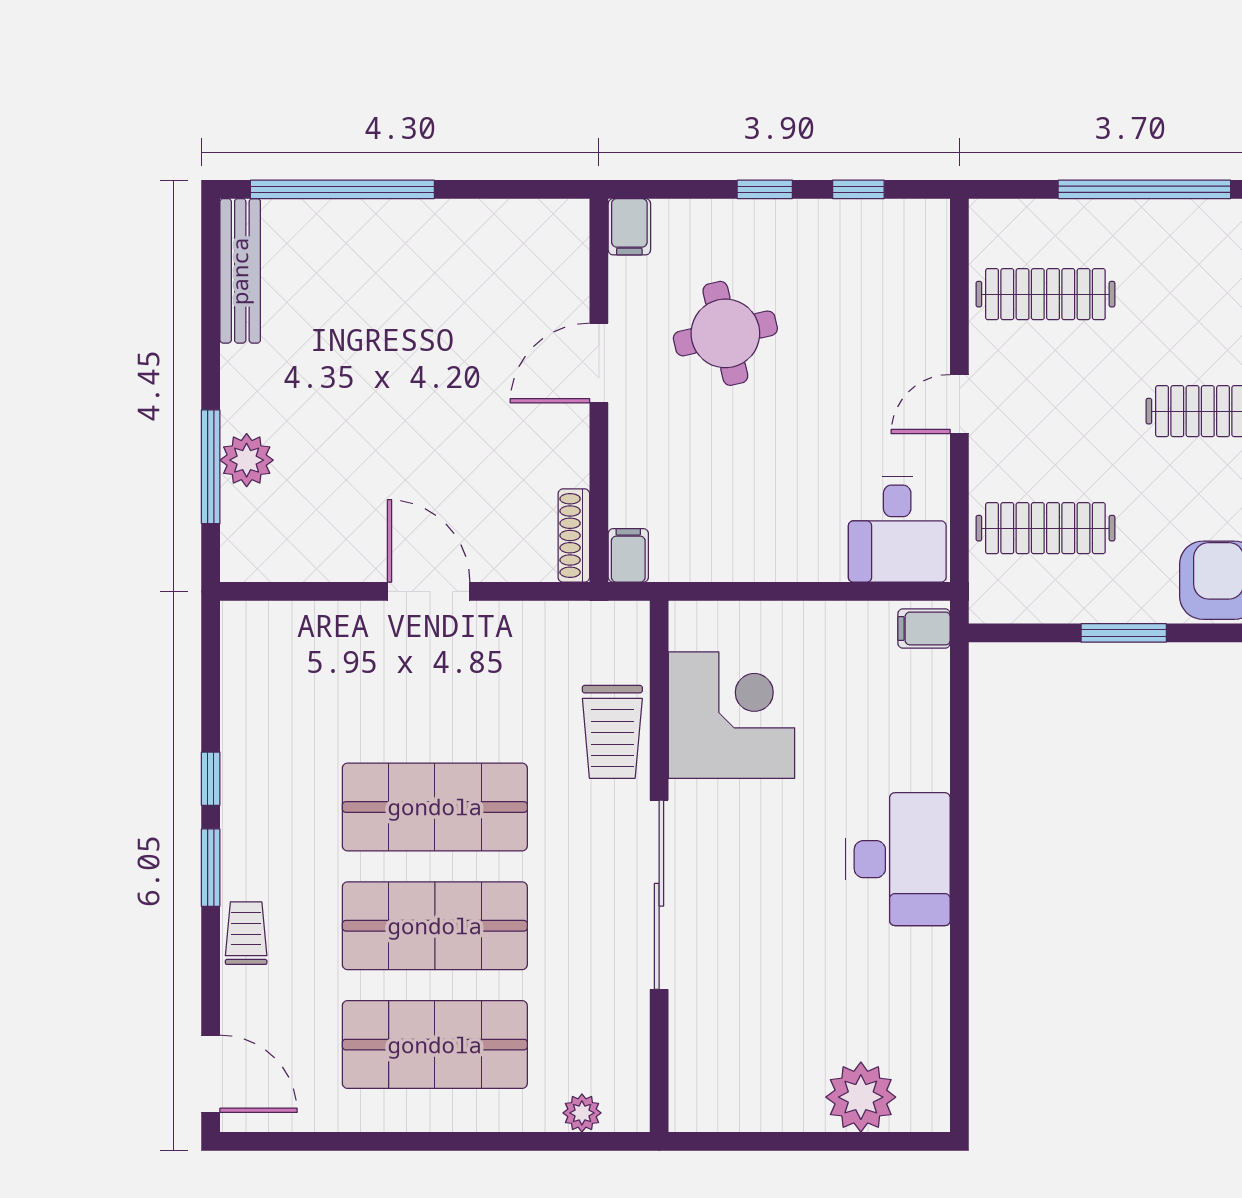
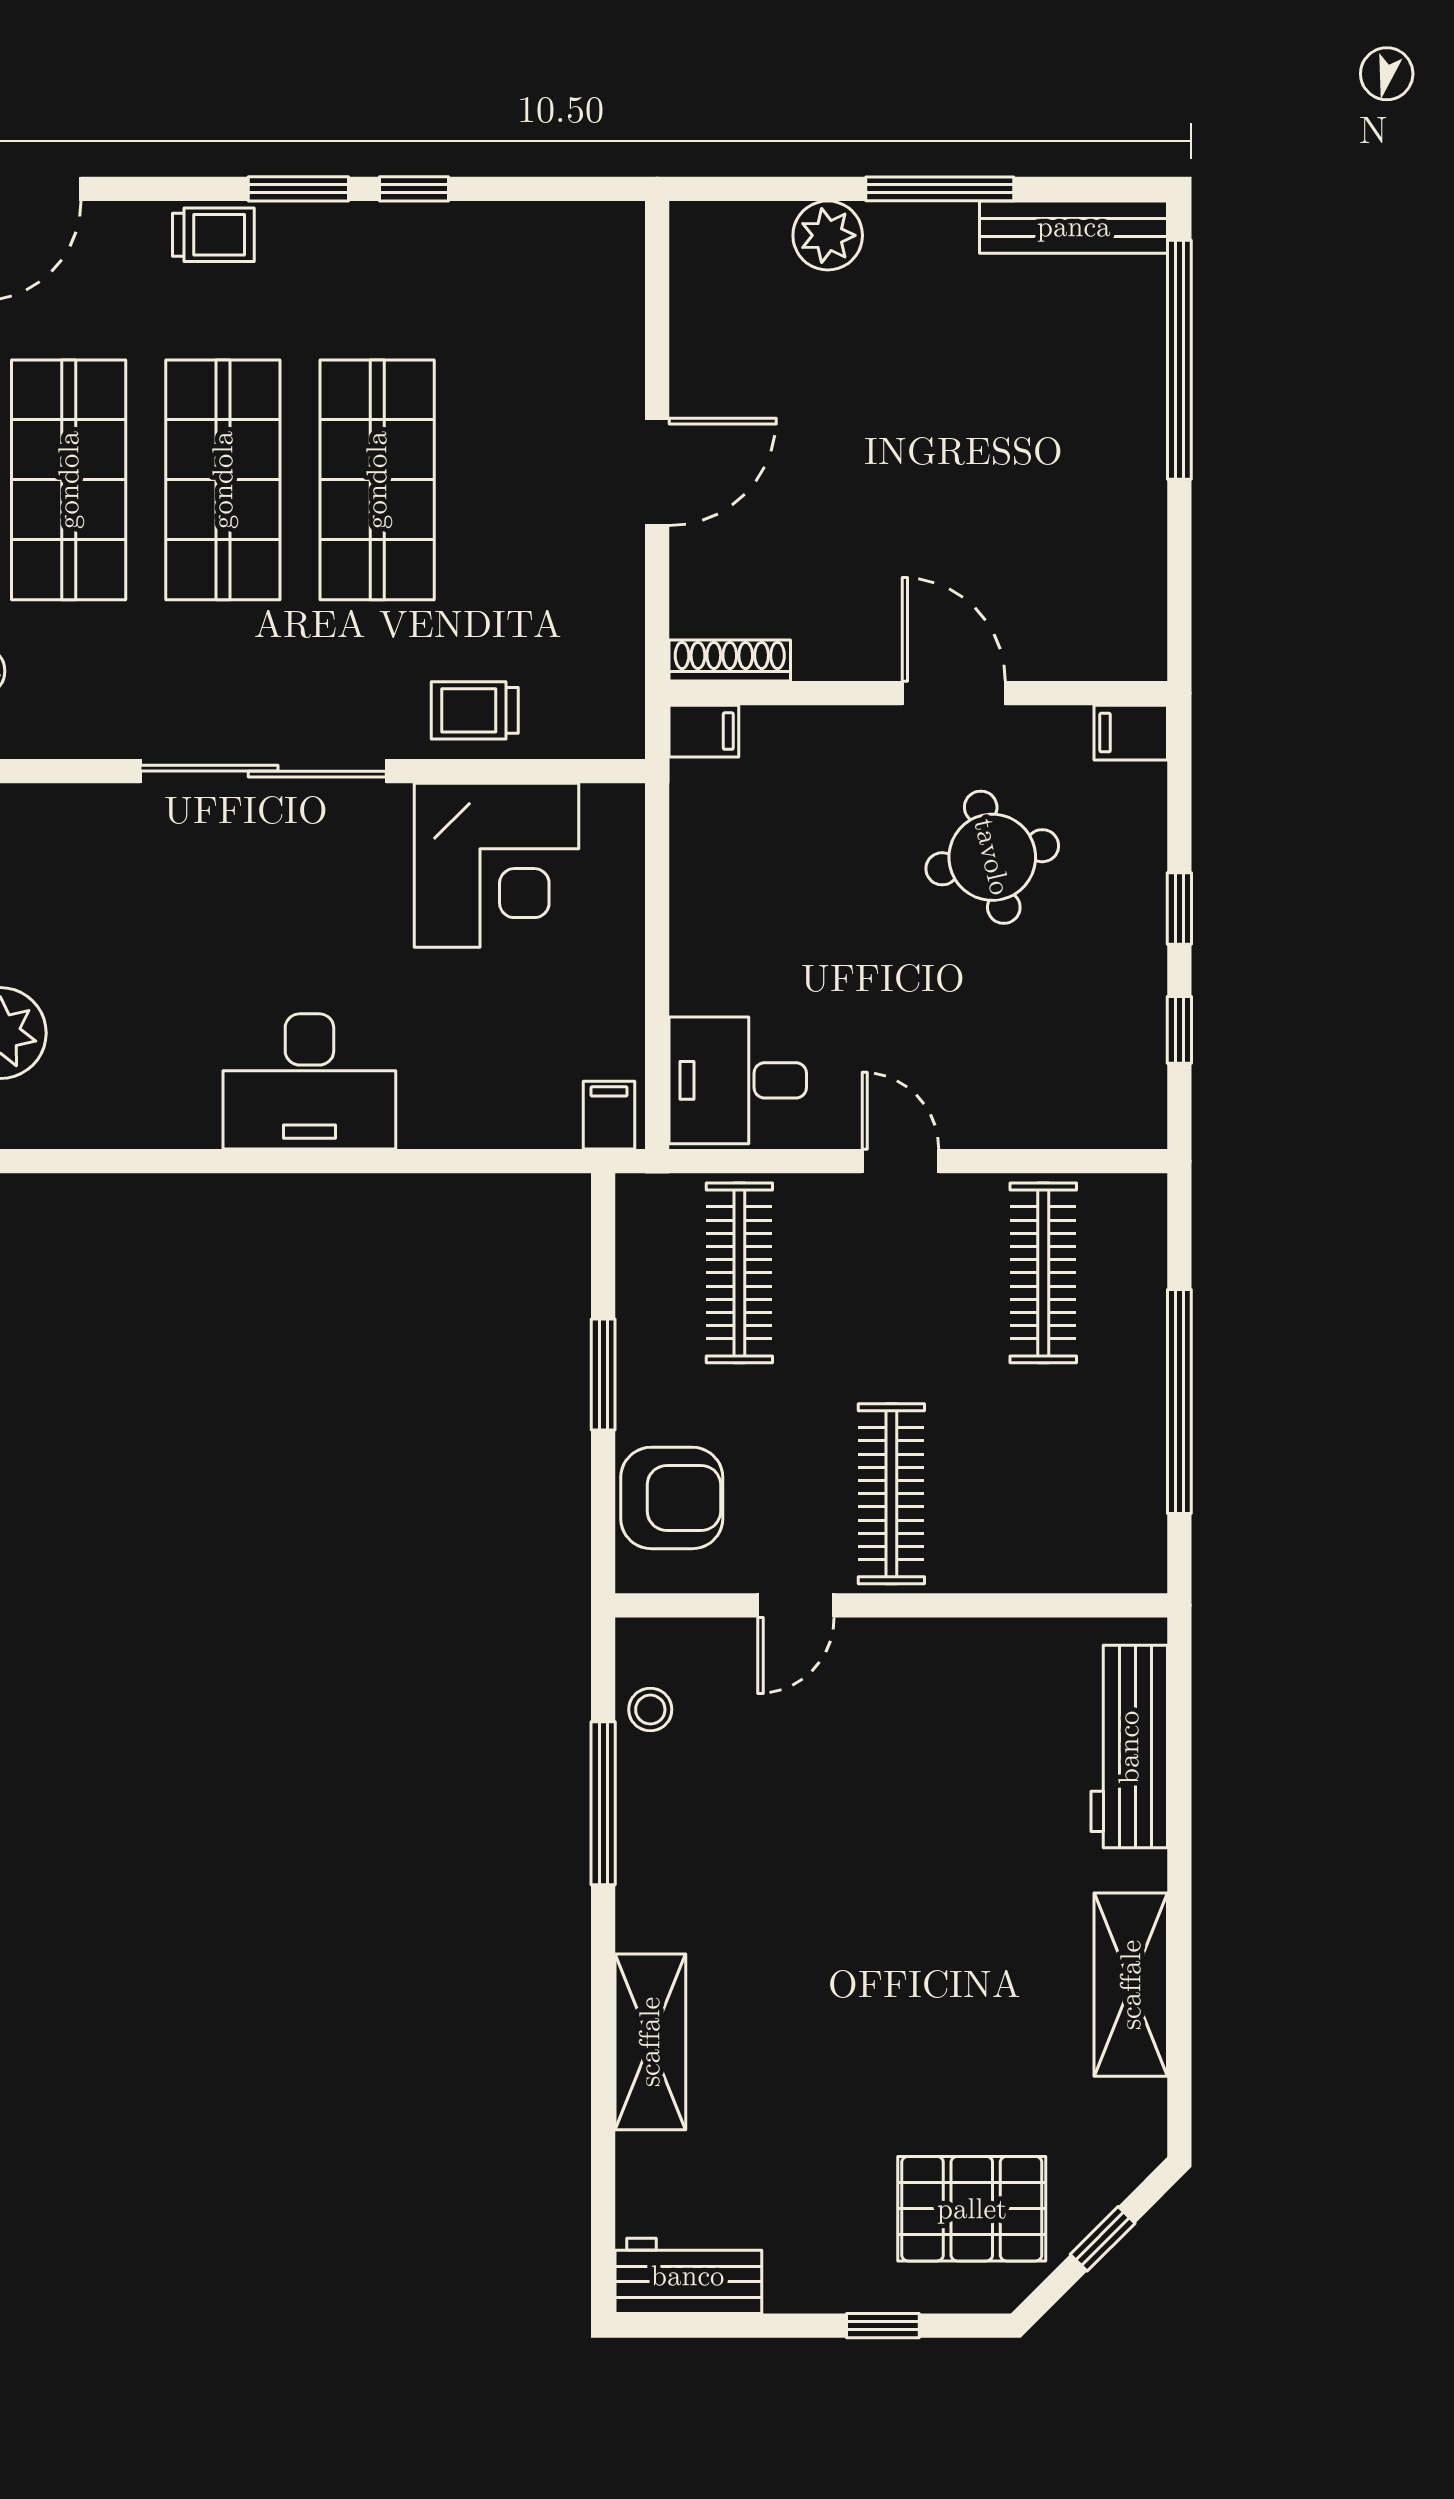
window: (211, 467) -> (940, 189), moved
trolley: (612, 732) -> (475, 710), width x0.73, depth x0.72

